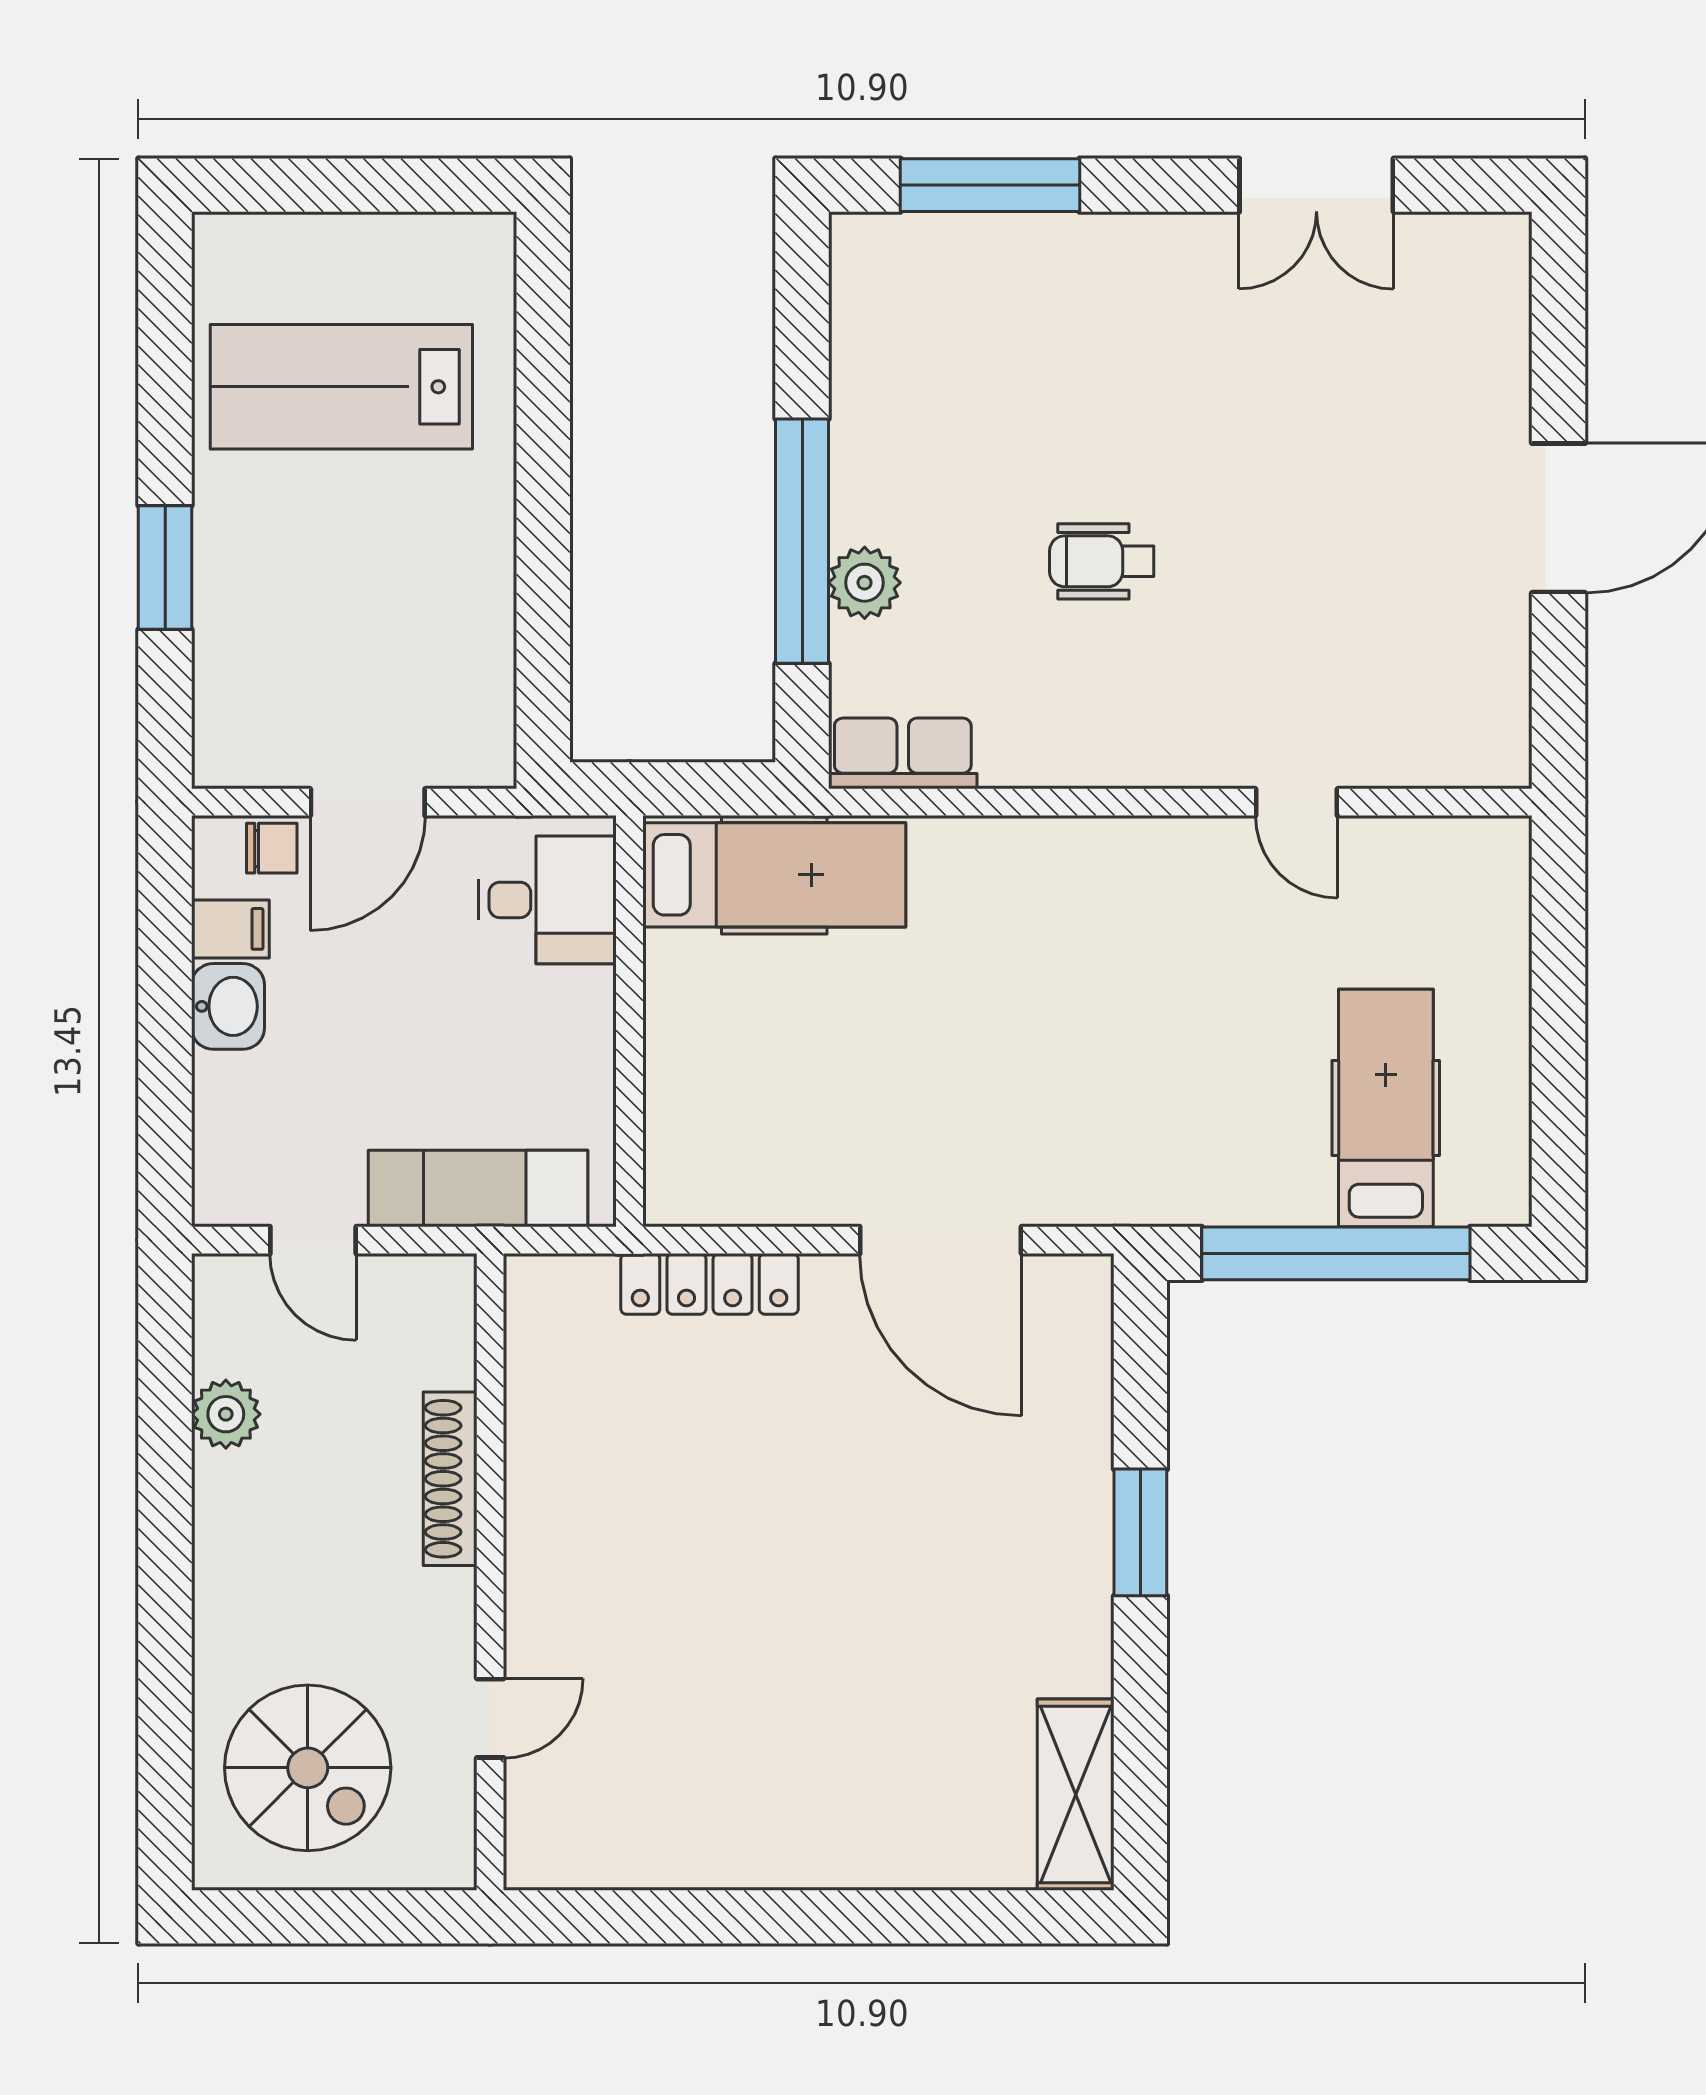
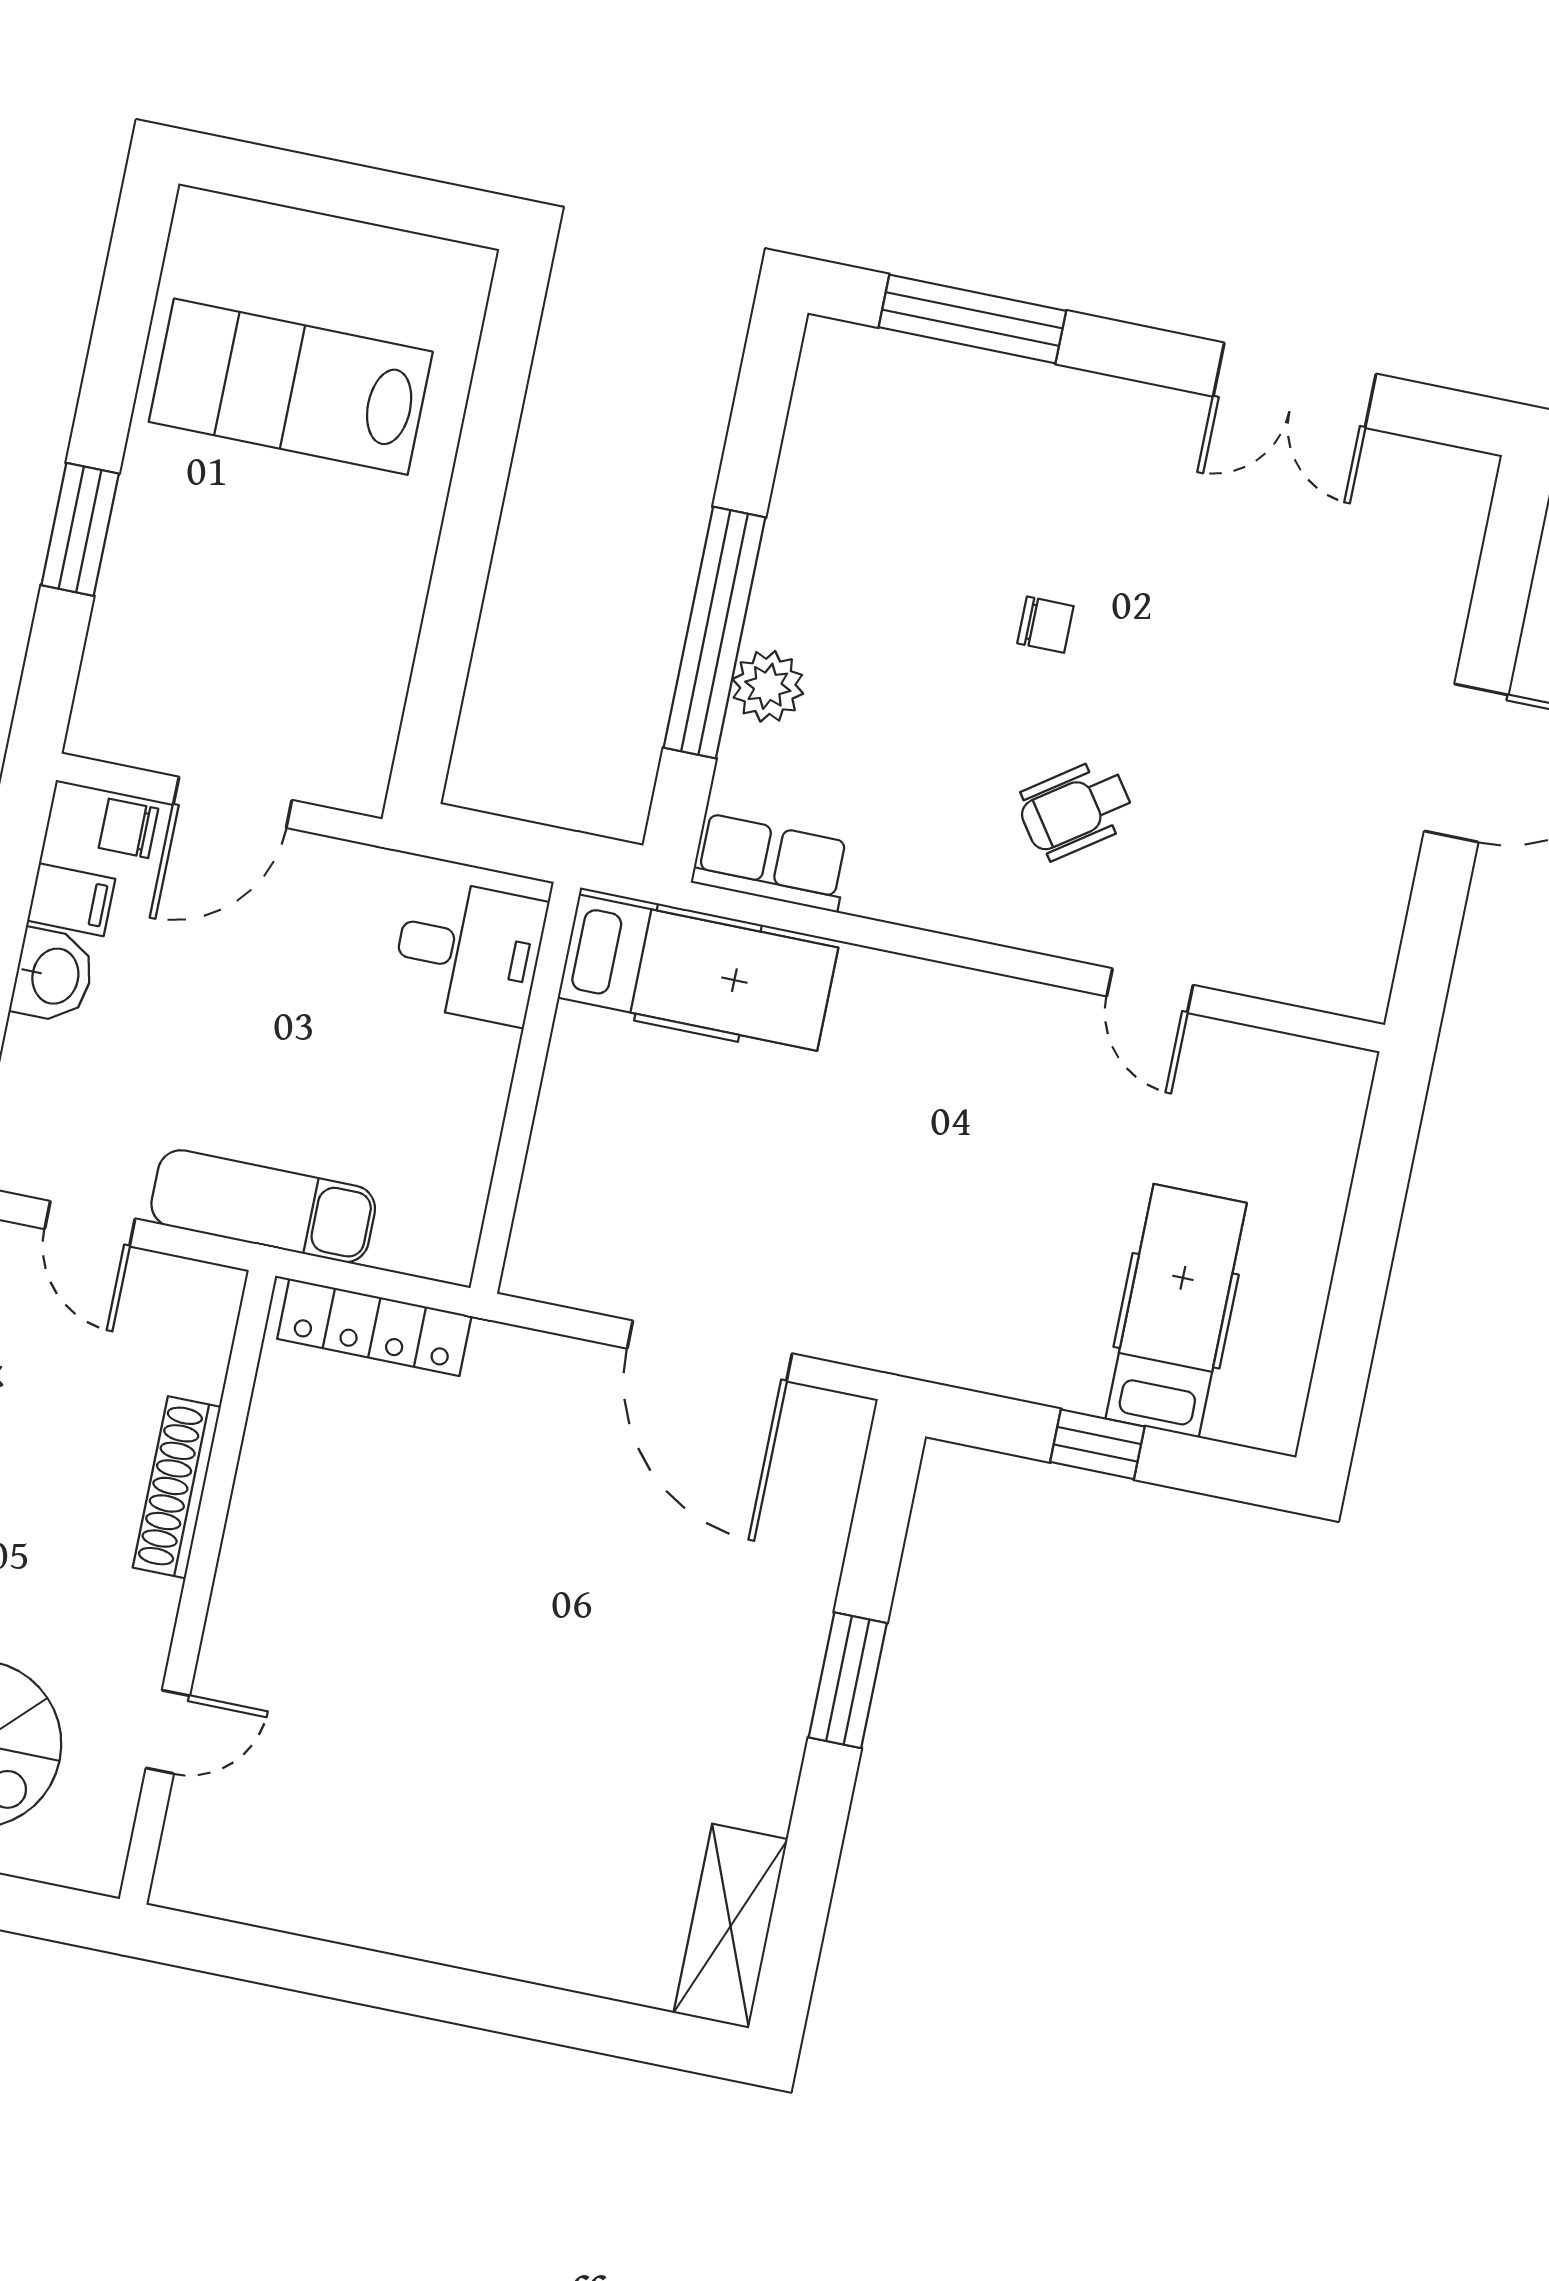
chair: (1122, 467) -> (1045, 625), added
wheelchair: (1102, 561) -> (1076, 809), moved, turned -35
chair: (272, 848) -> (128, 828), turned 180
hospital bed: (774, 875) -> (698, 973), moved
desk: (547, 900) -> (469, 951), moved
wall: (630, 1021) -> (525, 1088), moved
window: (1336, 1253) -> (1097, 1444), width x0.32
locker: (710, 1284) -> (374, 1327), moved

